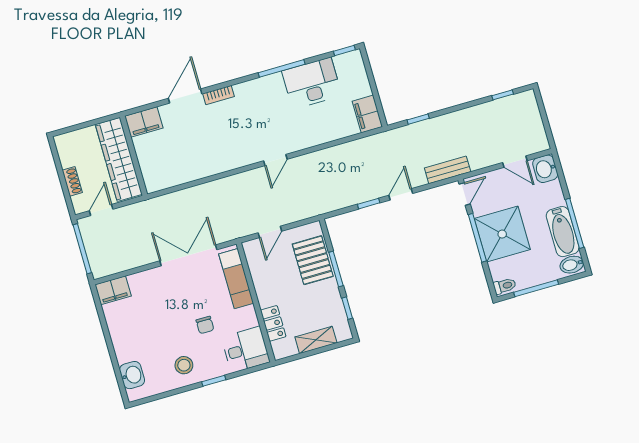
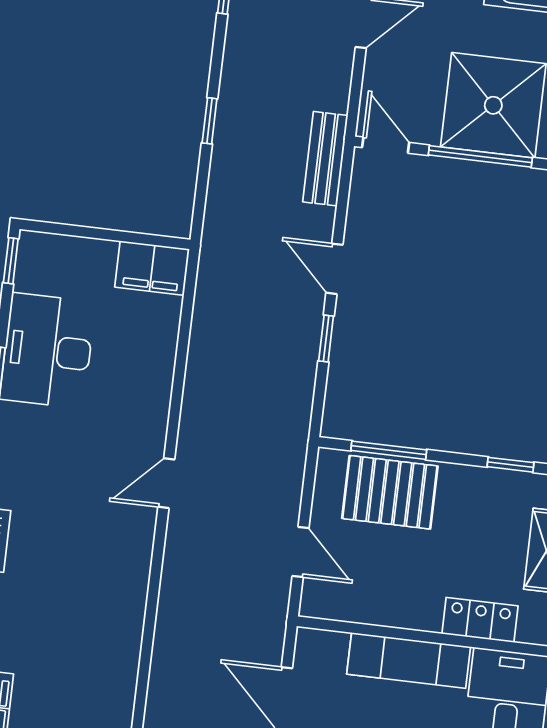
window: (418, 119) -> (210, 121), moved
door: (275, 160) -> (166, 483), swing flipped
window: (336, 269) -> (389, 450), moved
exam couch: (236, 279) -> (409, 660), moved

